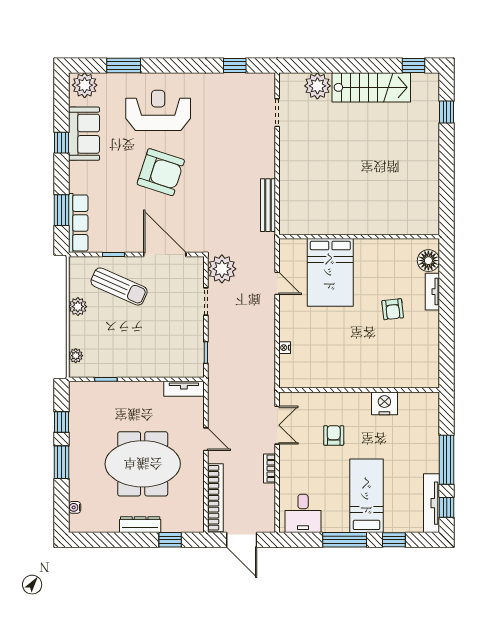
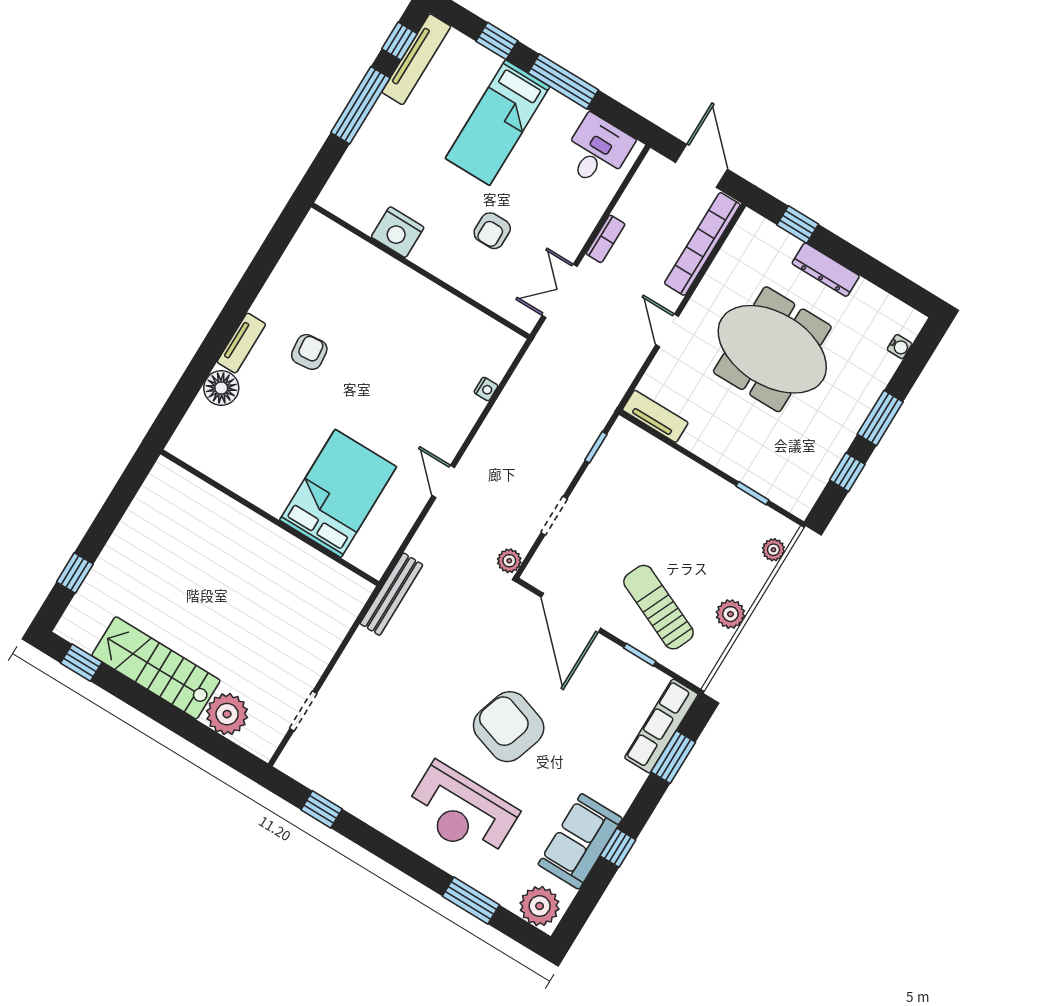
wall: (359, 237) -> (270, 518), moved
plant: (222, 269) -> (509, 561), width x0.53, depth x0.53
bed: (330, 272) -> (338, 493), moved

